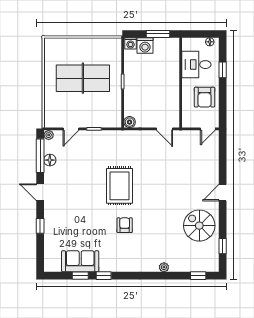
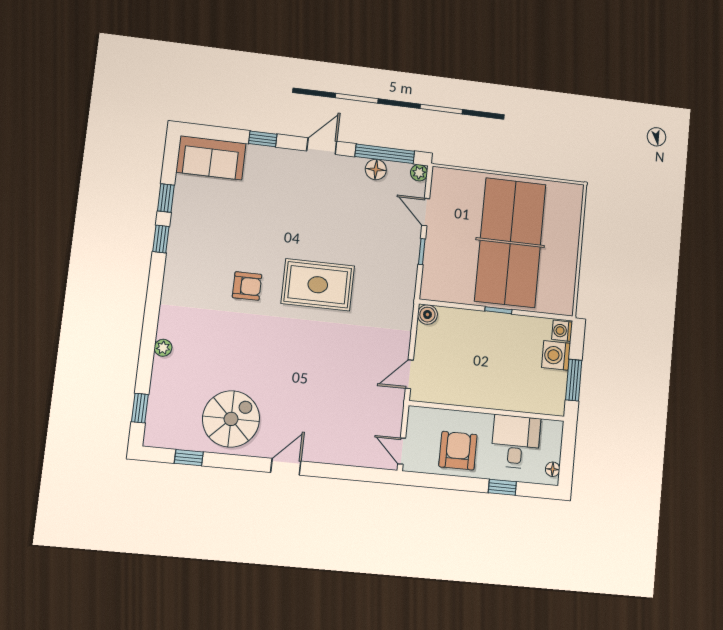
table tennis table: (83, 78) -> (510, 243), width x1.36, depth x1.32
armchair: (205, 97) -> (458, 451), turned 90
door: (223, 193) -> (286, 467), hinge flipped
sofa: (80, 261) -> (211, 158), moved, turned 90

